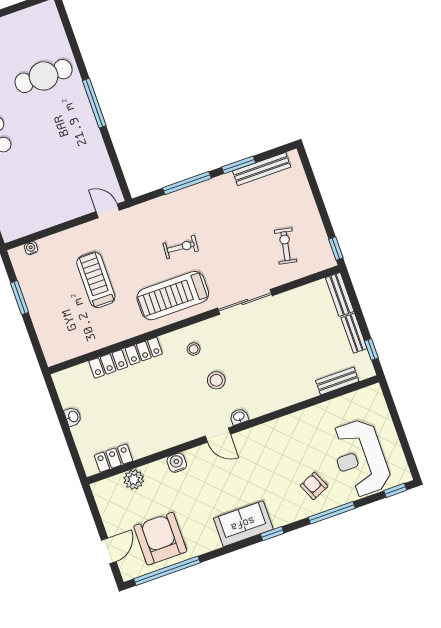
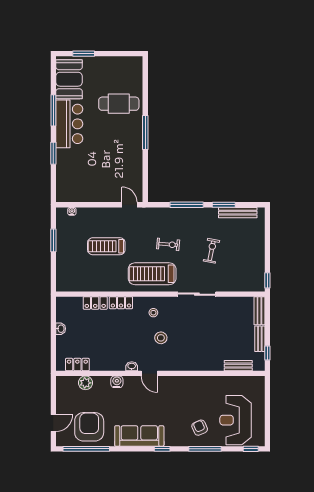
exercise bike: (286, 246) -> (211, 251), moved
treadmill: (96, 280) -> (106, 246), turned -90
washbasin: (239, 417) -> (132, 366), moved
sofa: (243, 524) -> (139, 436), width x1.36

